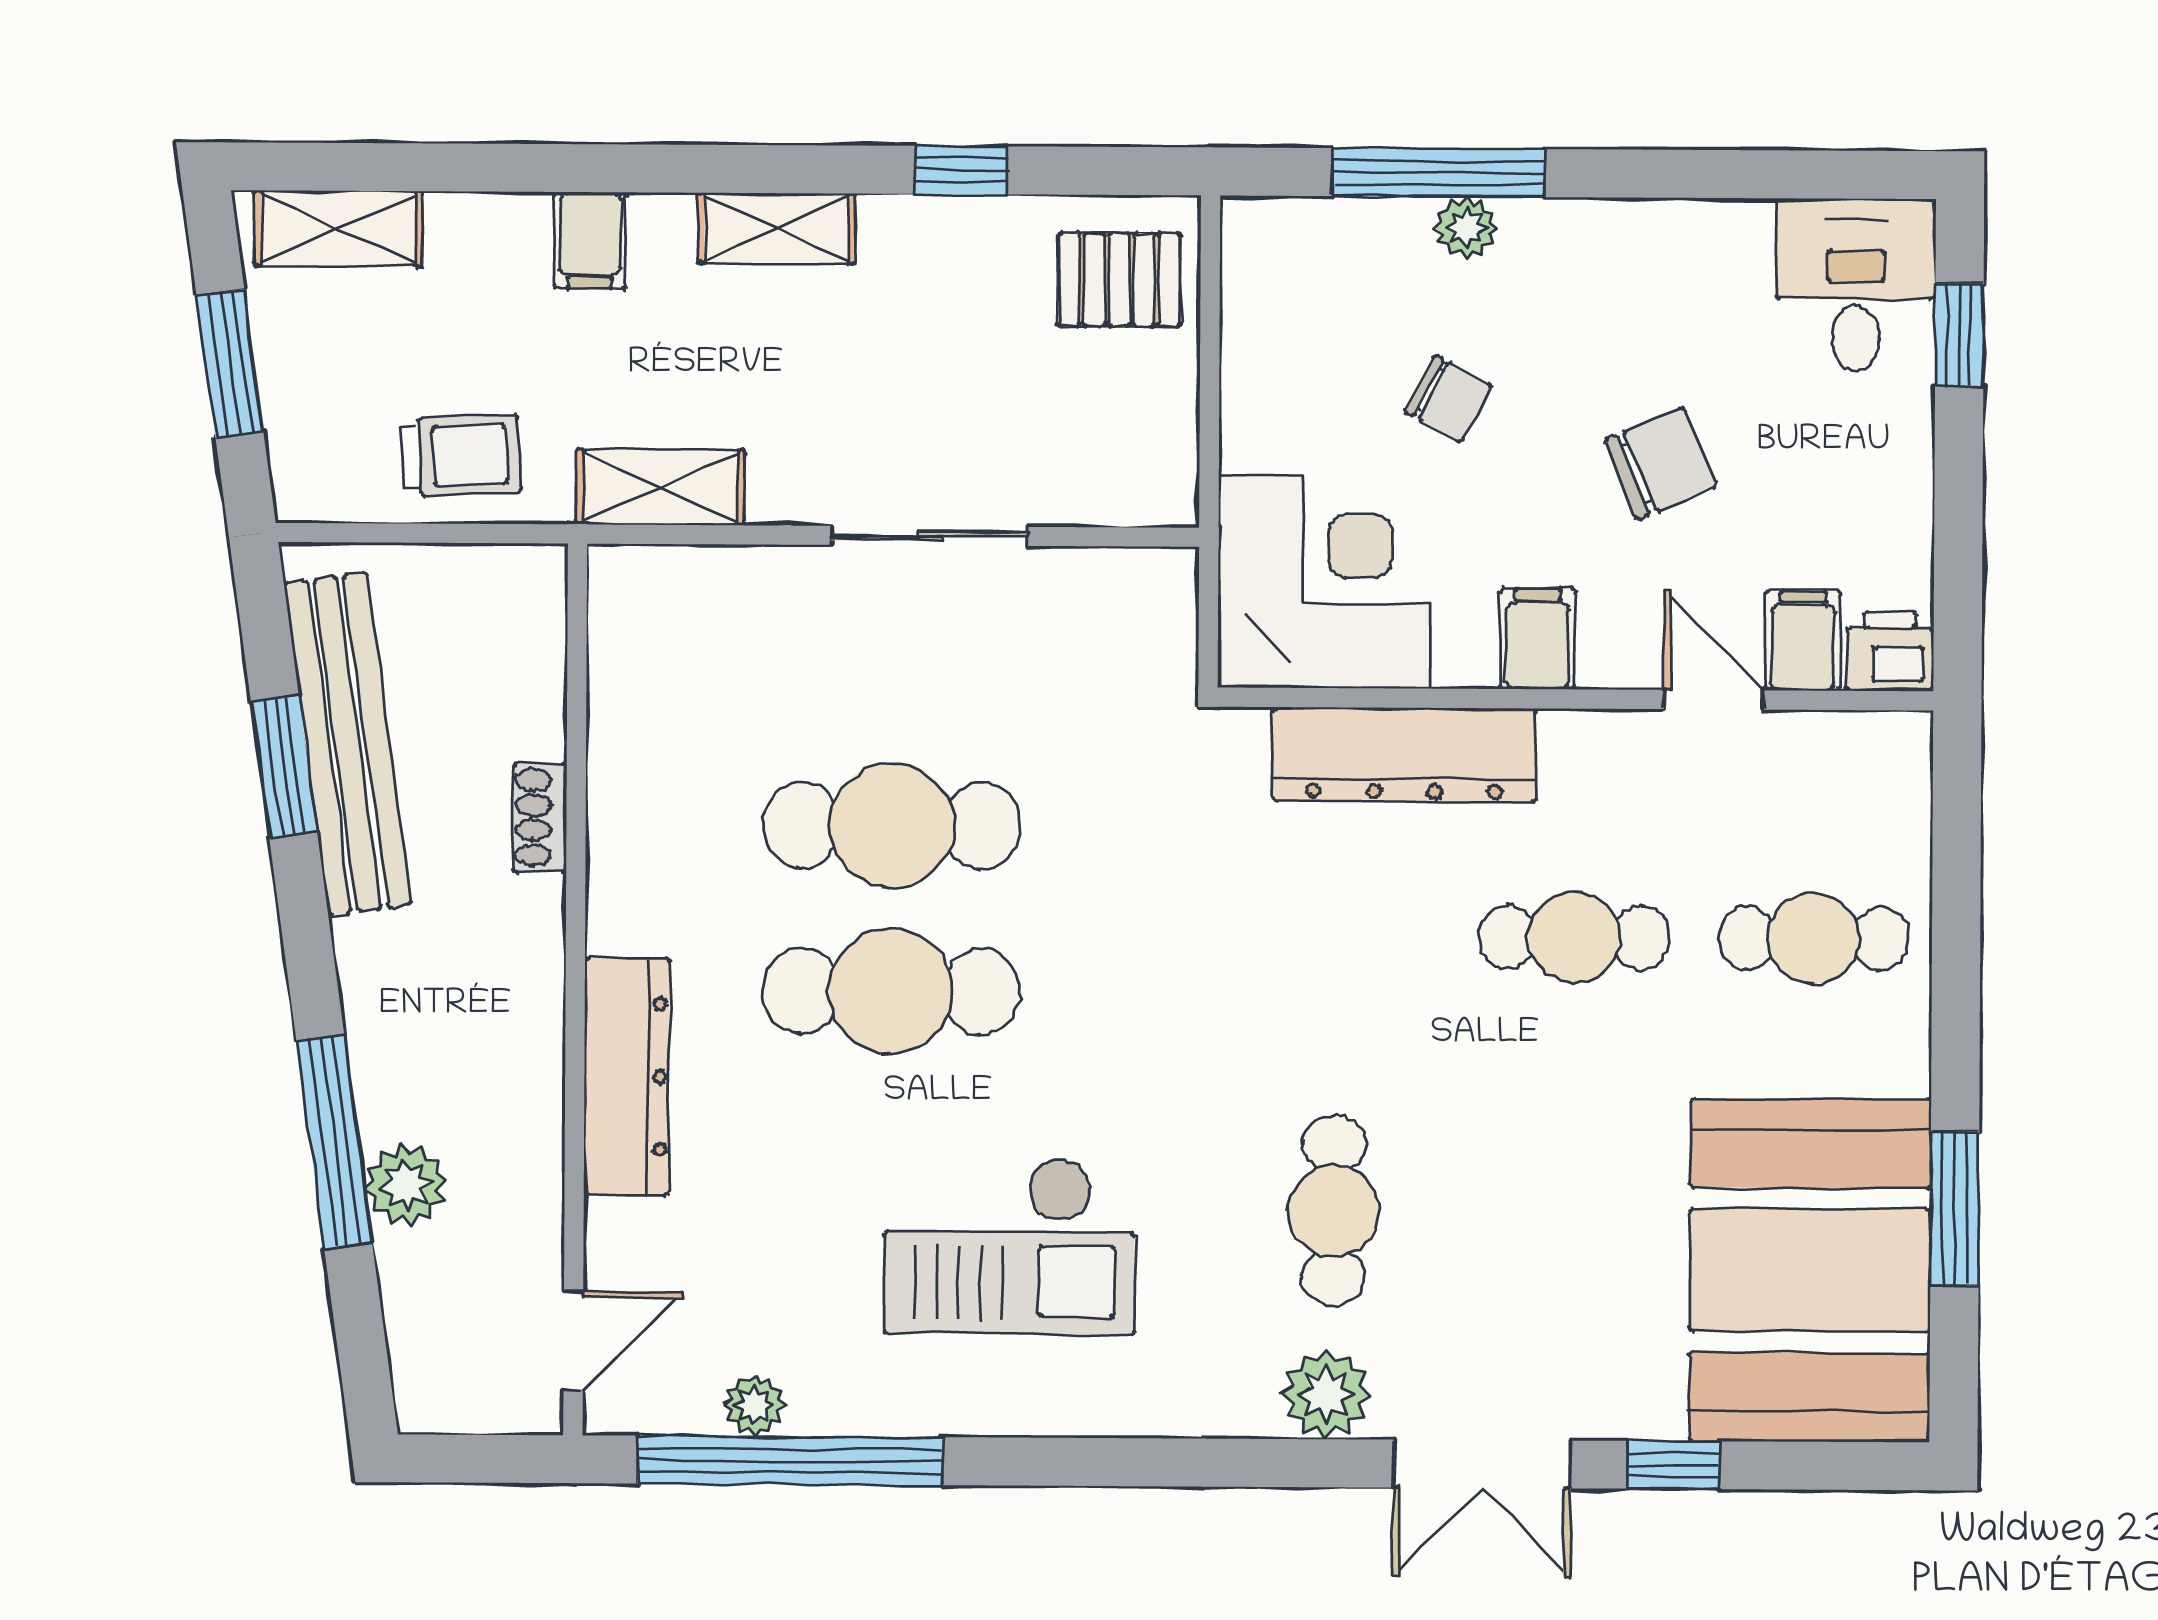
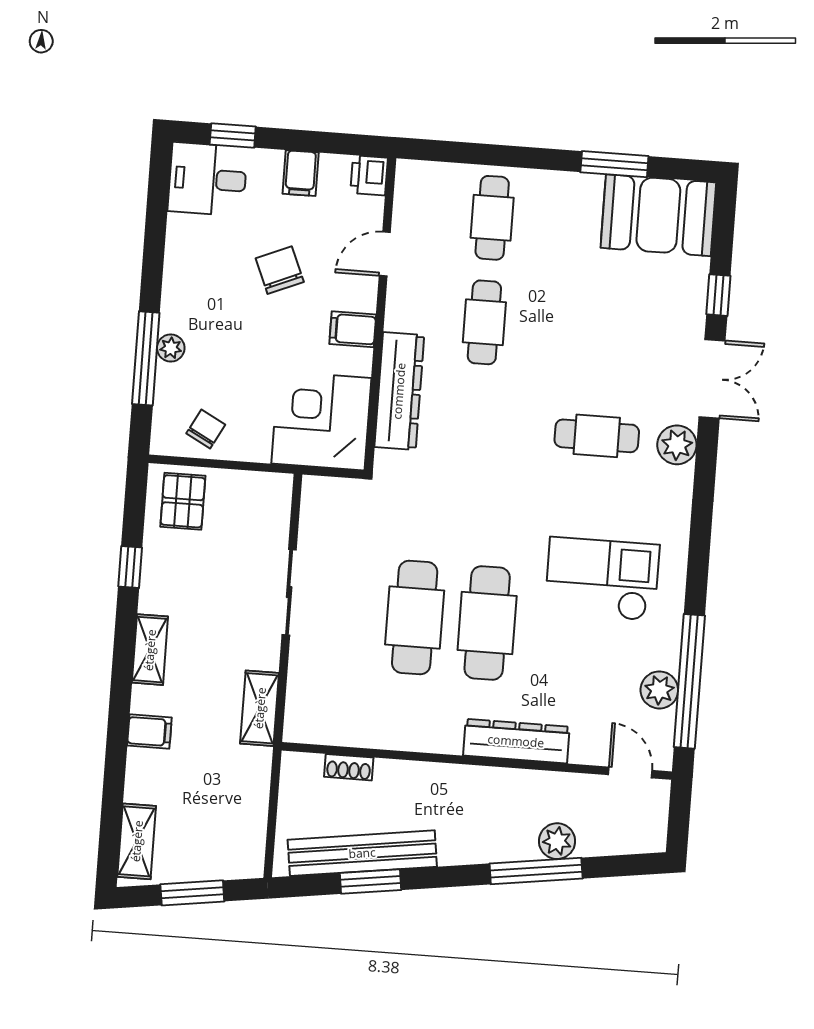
chair: (1448, 398) -> (206, 429), moved
trolley: (461, 456) -> (240, 794), removed
filing cabinet: (1803, 641) -> (301, 173), moved, turned -90
shoe rack: (540, 818) -> (349, 767), moved
checkout: (1009, 1246) -> (602, 579), turned -90
booth: (1810, 1270) -> (658, 215), width x0.73, depth x0.70
plant: (754, 1405) -> (659, 690), width x1.38, depth x1.38

